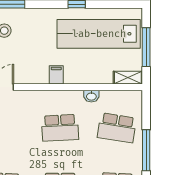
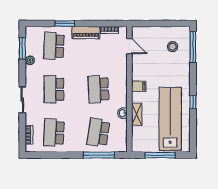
shelving: (128, 78) -> (137, 114), moved
window: (146, 150) -> (99, 155), moved

